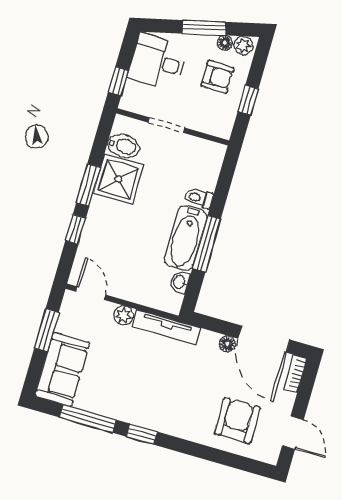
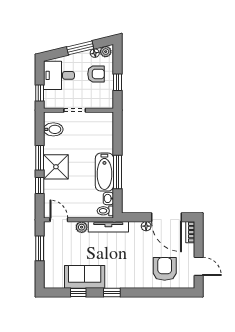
shower: (118, 179) -> (56, 167), moved
toilet: (199, 198) -> (105, 211), moved
sofa: (62, 369) -> (85, 277), moved, turned -90
window: (88, 419) -> (78, 292), width x0.46

